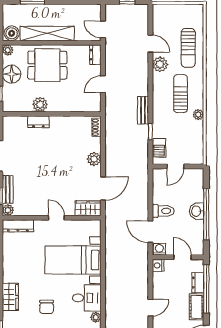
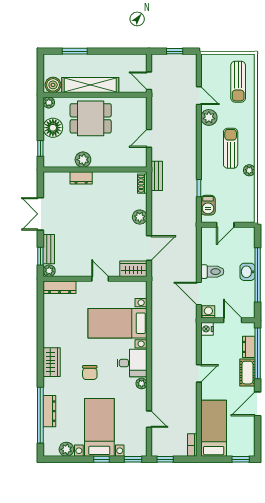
sun lounger: (188, 48) -> (238, 82), moved
dresser: (95, 55) -> (141, 107), removed
bench: (143, 110) -> (157, 176), moved

